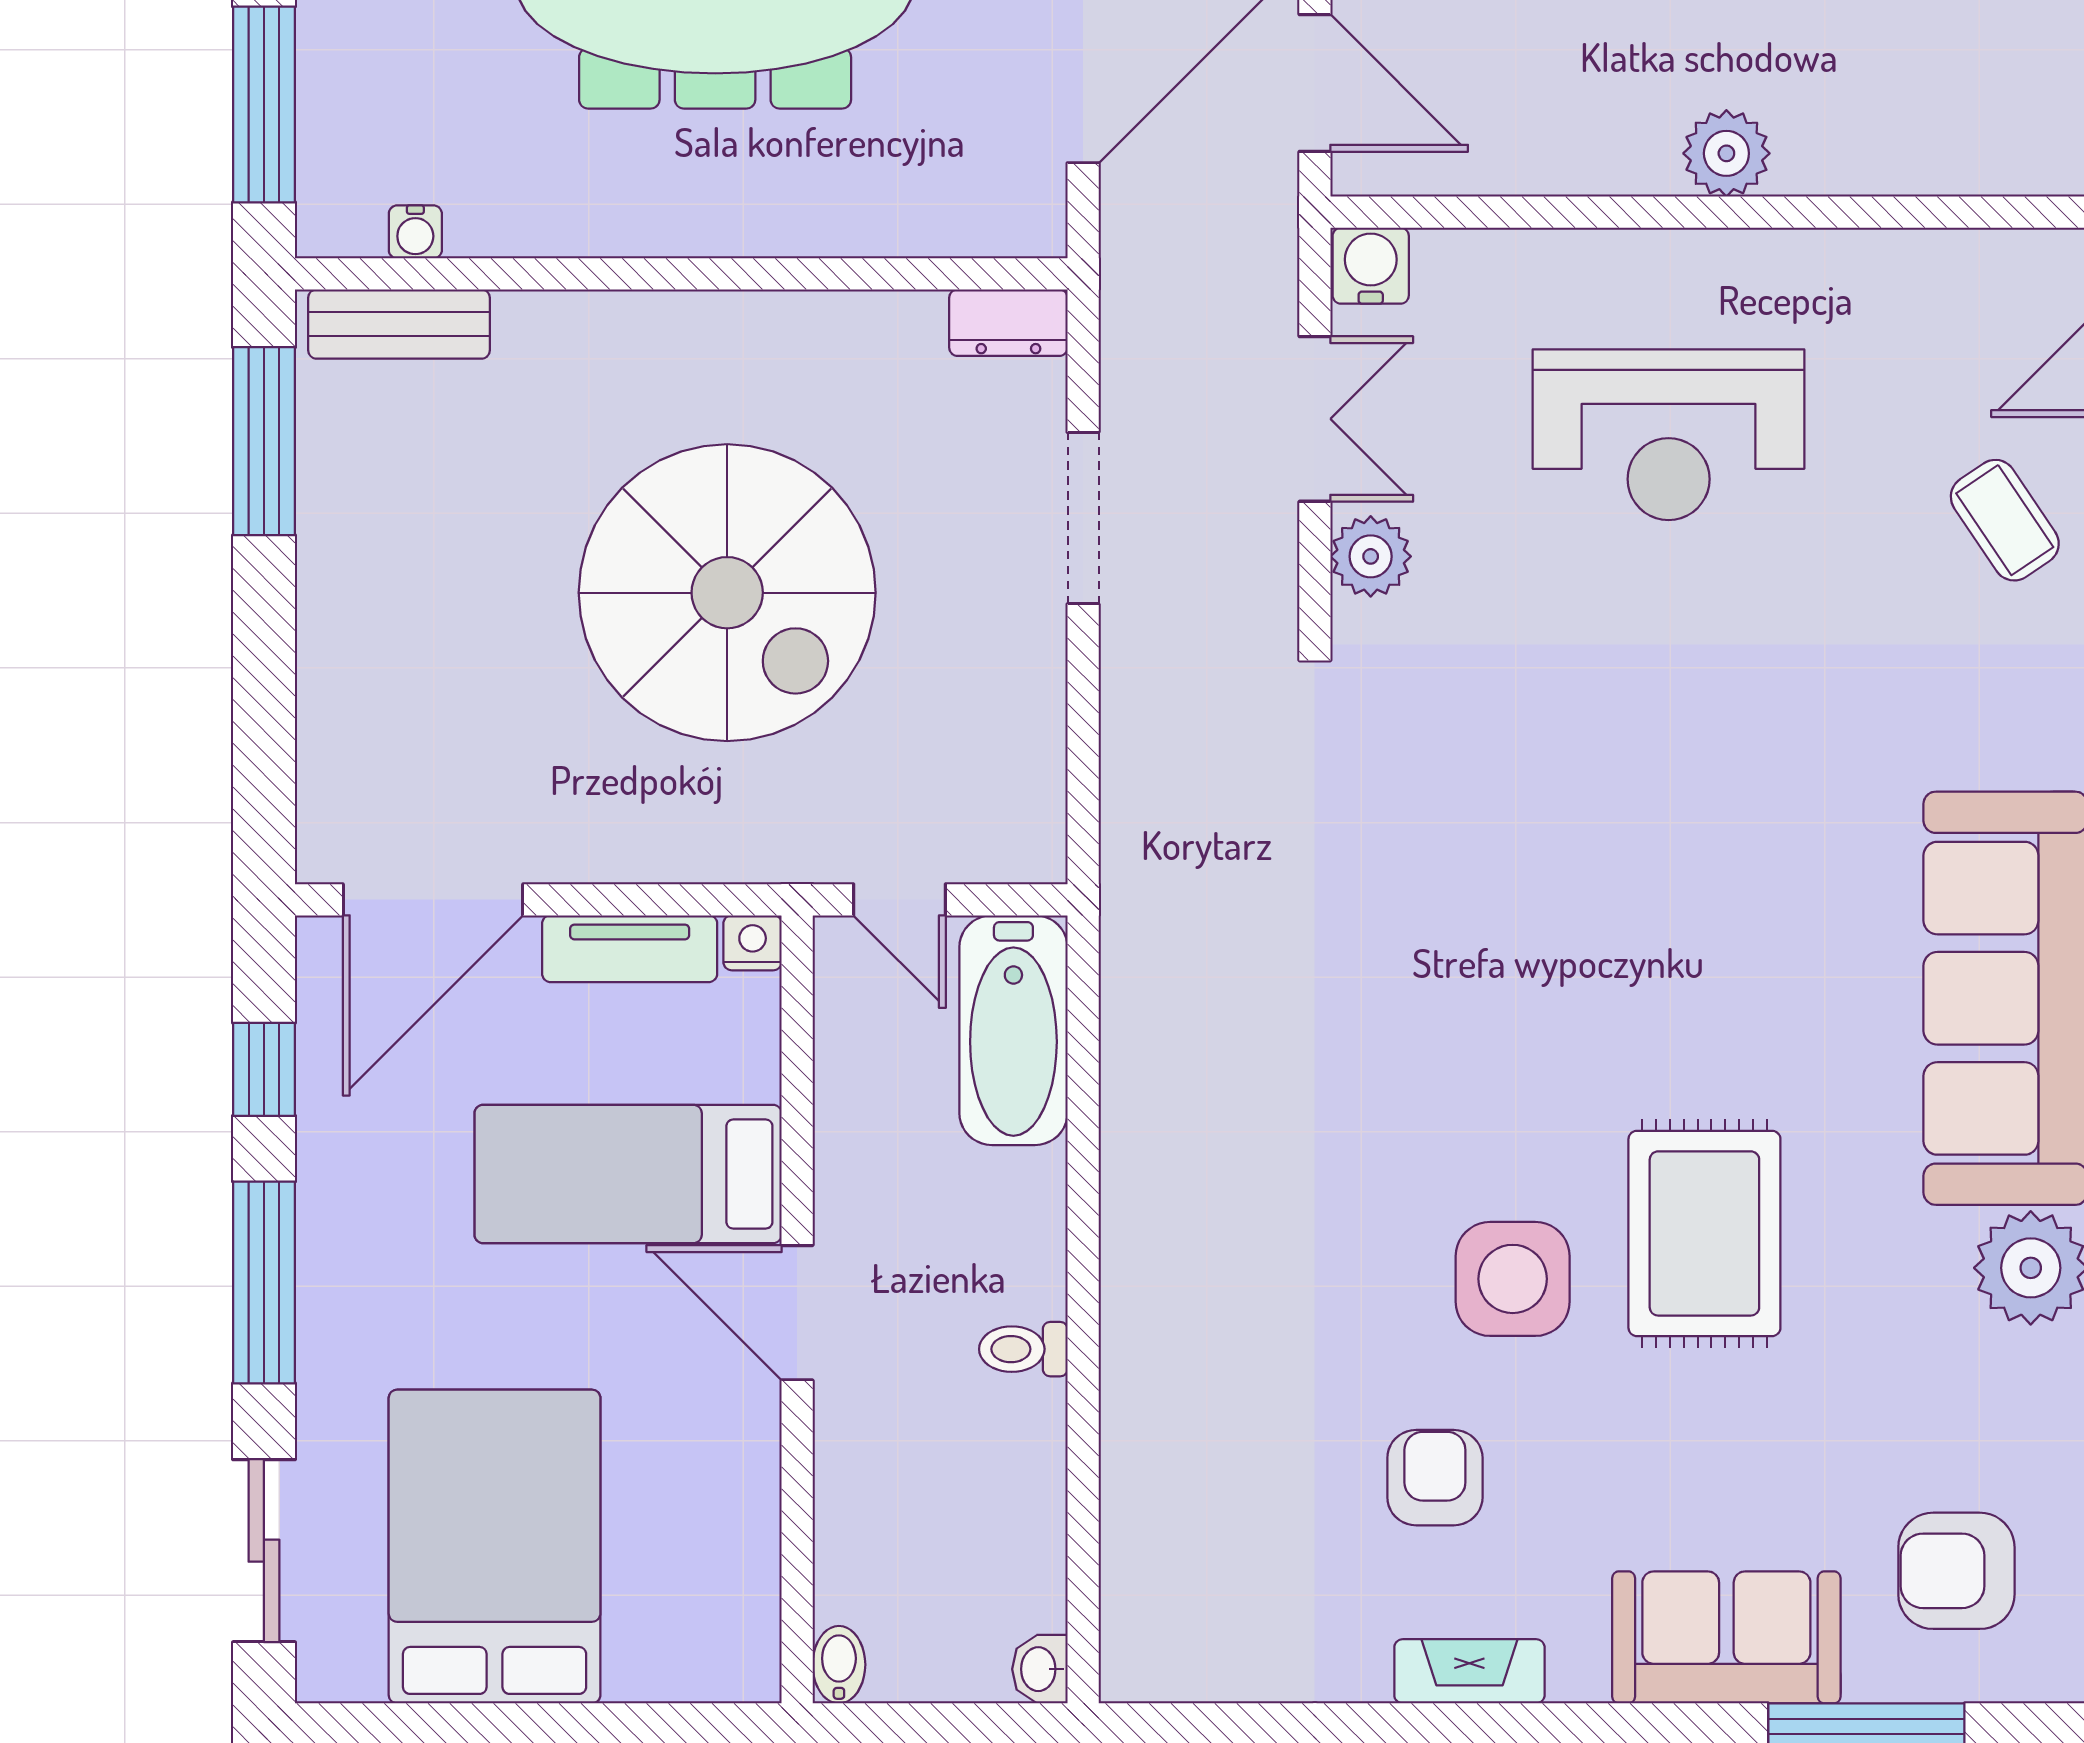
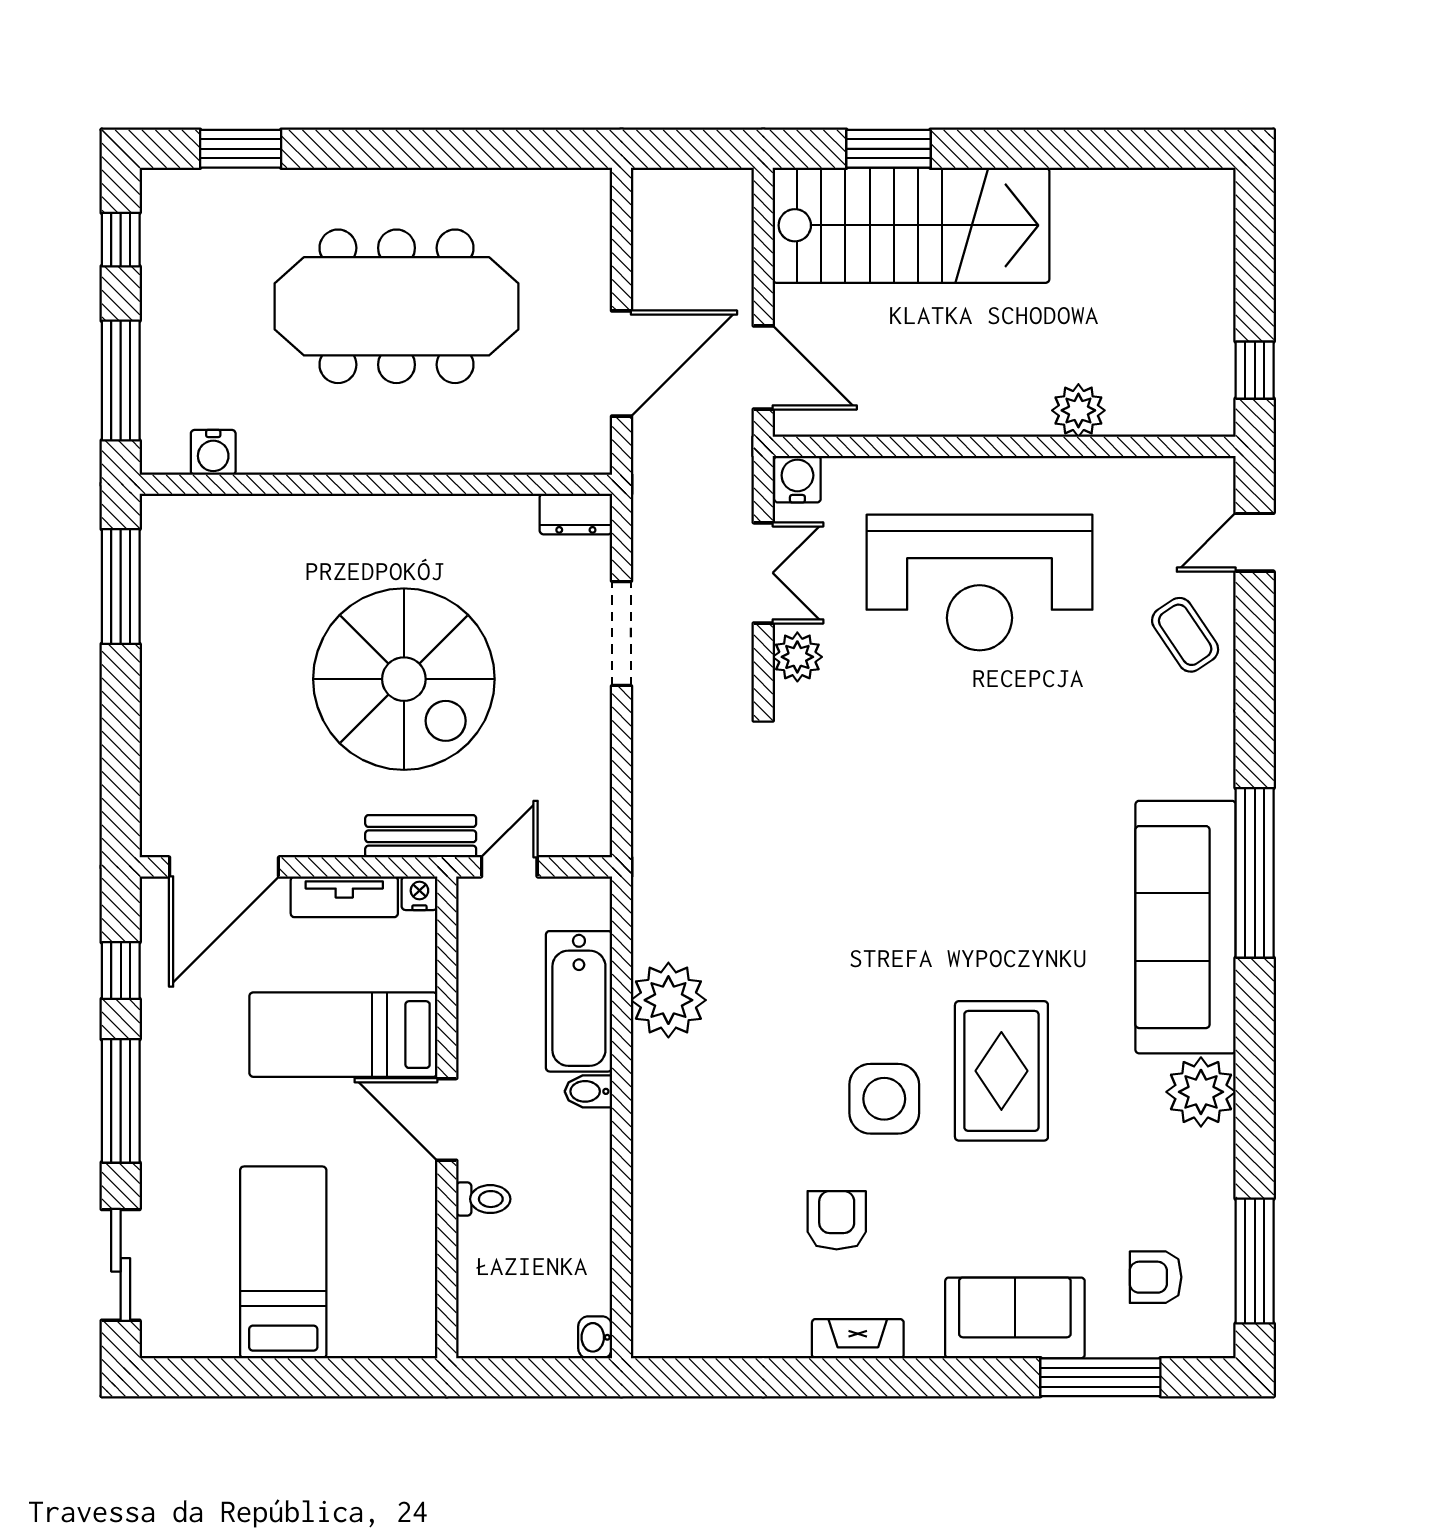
plant: (1726, 153) -> (1078, 410), moved
water cooler: (415, 232) -> (213, 452), width x1.38, depth x1.38
bench: (399, 324) -> (421, 836), moved
reception desk: (1669, 435) -> (980, 583), width x1.36, depth x1.30
door: (899, 900) -> (509, 867), swing flipped
bathtub: (1013, 1030) -> (579, 1001), moved
plant: (1160, 1117) -> (668, 1000), added
toilet: (1023, 1349) -> (483, 1199), moved, turned 180
bed: (495, 1547) -> (283, 1262), width x0.67
armchair: (1956, 1571) -> (1156, 1277), width x0.72, depth x0.72
bidet: (839, 1665) -> (588, 1091), moved, turned -90

